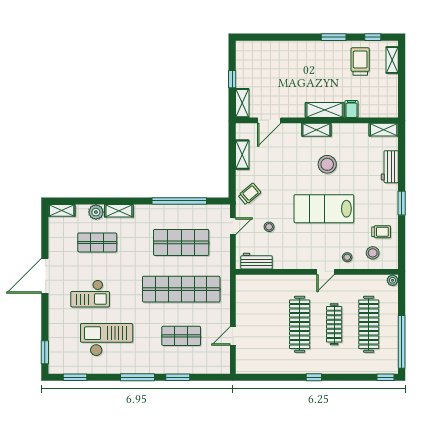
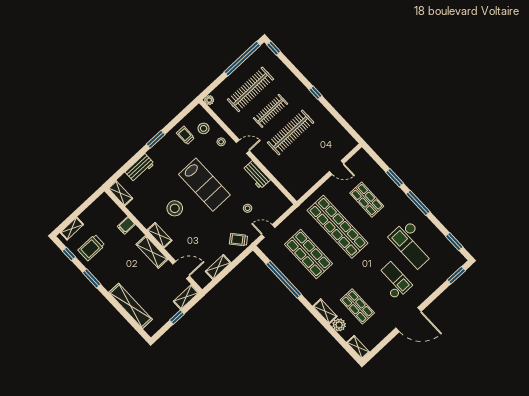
shelving: (279, 48) -> (131, 306), added
shelving: (325, 110) -> (152, 252), moved
workbench: (257, 261) -> (256, 175), moved

